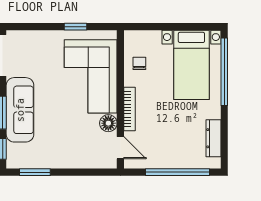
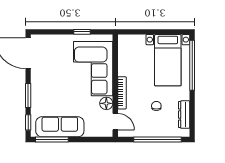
chair: (139, 63) -> (156, 106), moved
sofa: (20, 110) -> (60, 127), moved, turned -90
window: (35, 172) -> (52, 140), width x1.44

